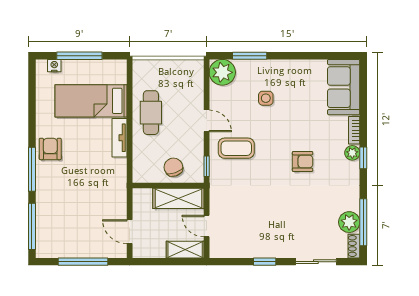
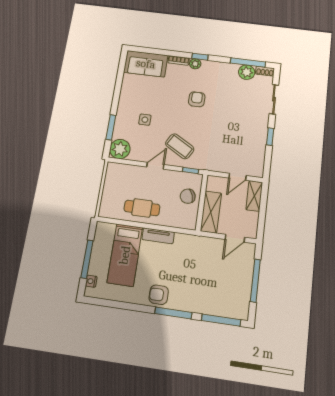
coffee table: (236, 148) -> (180, 146), turned -60
shelving: (178, 198) -> (211, 212), moved

